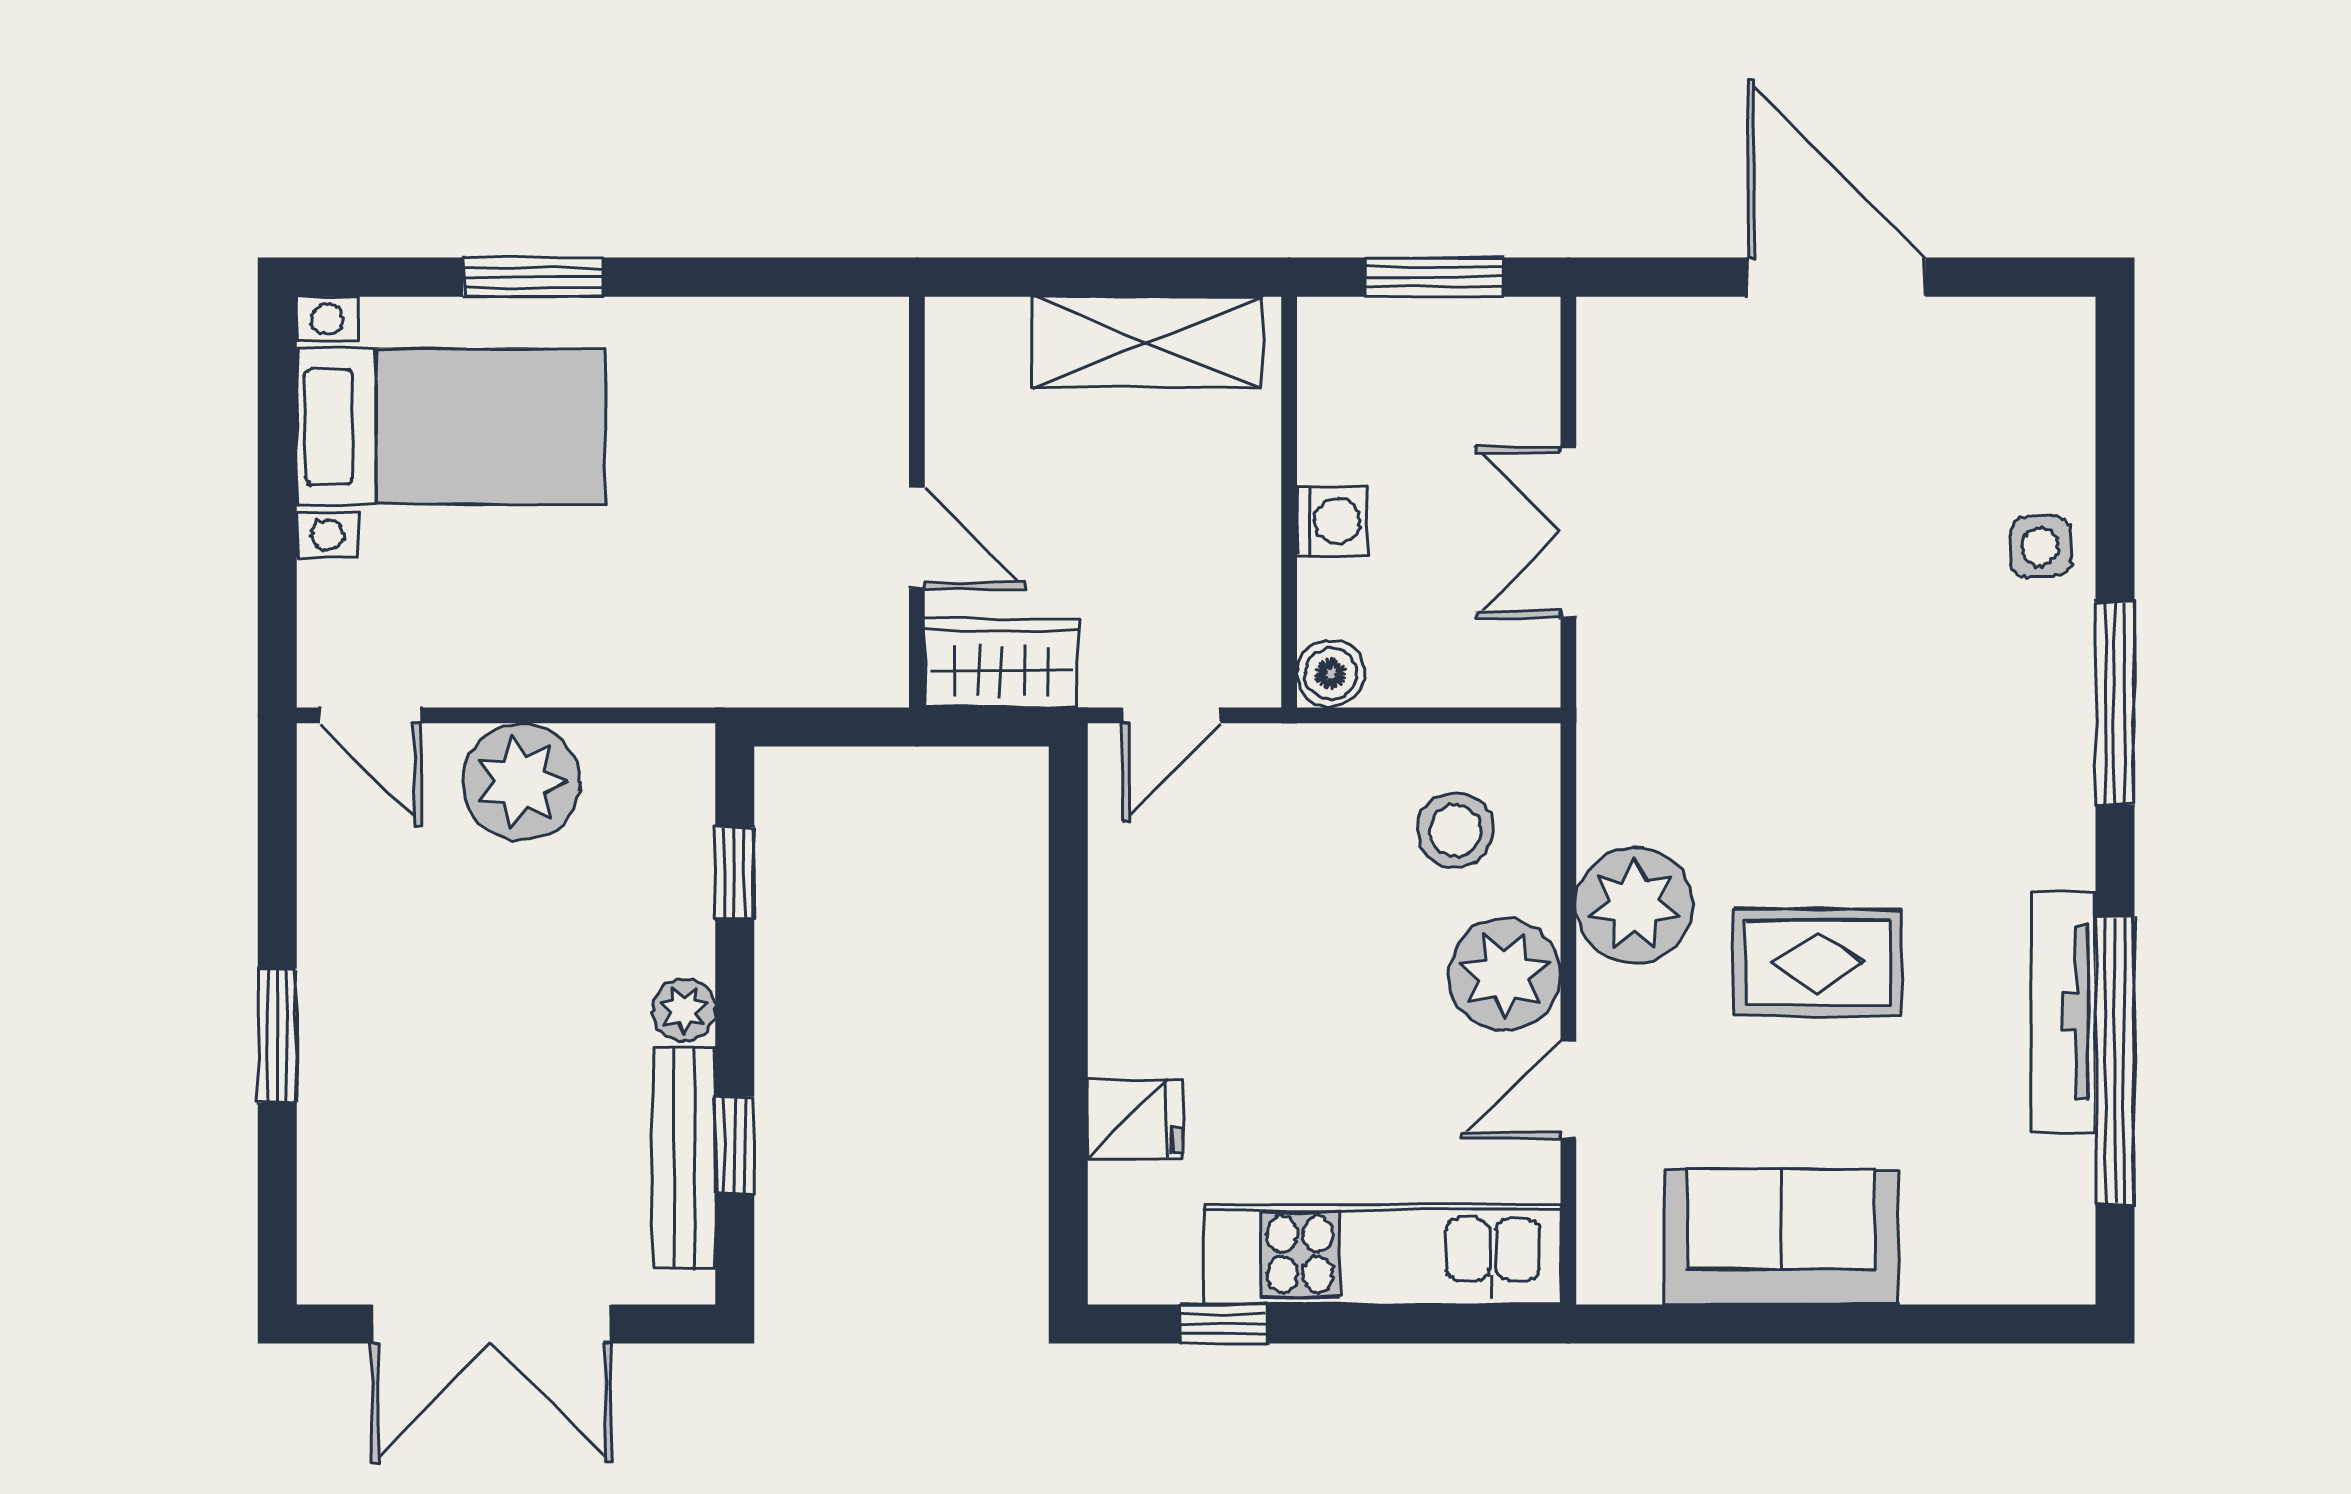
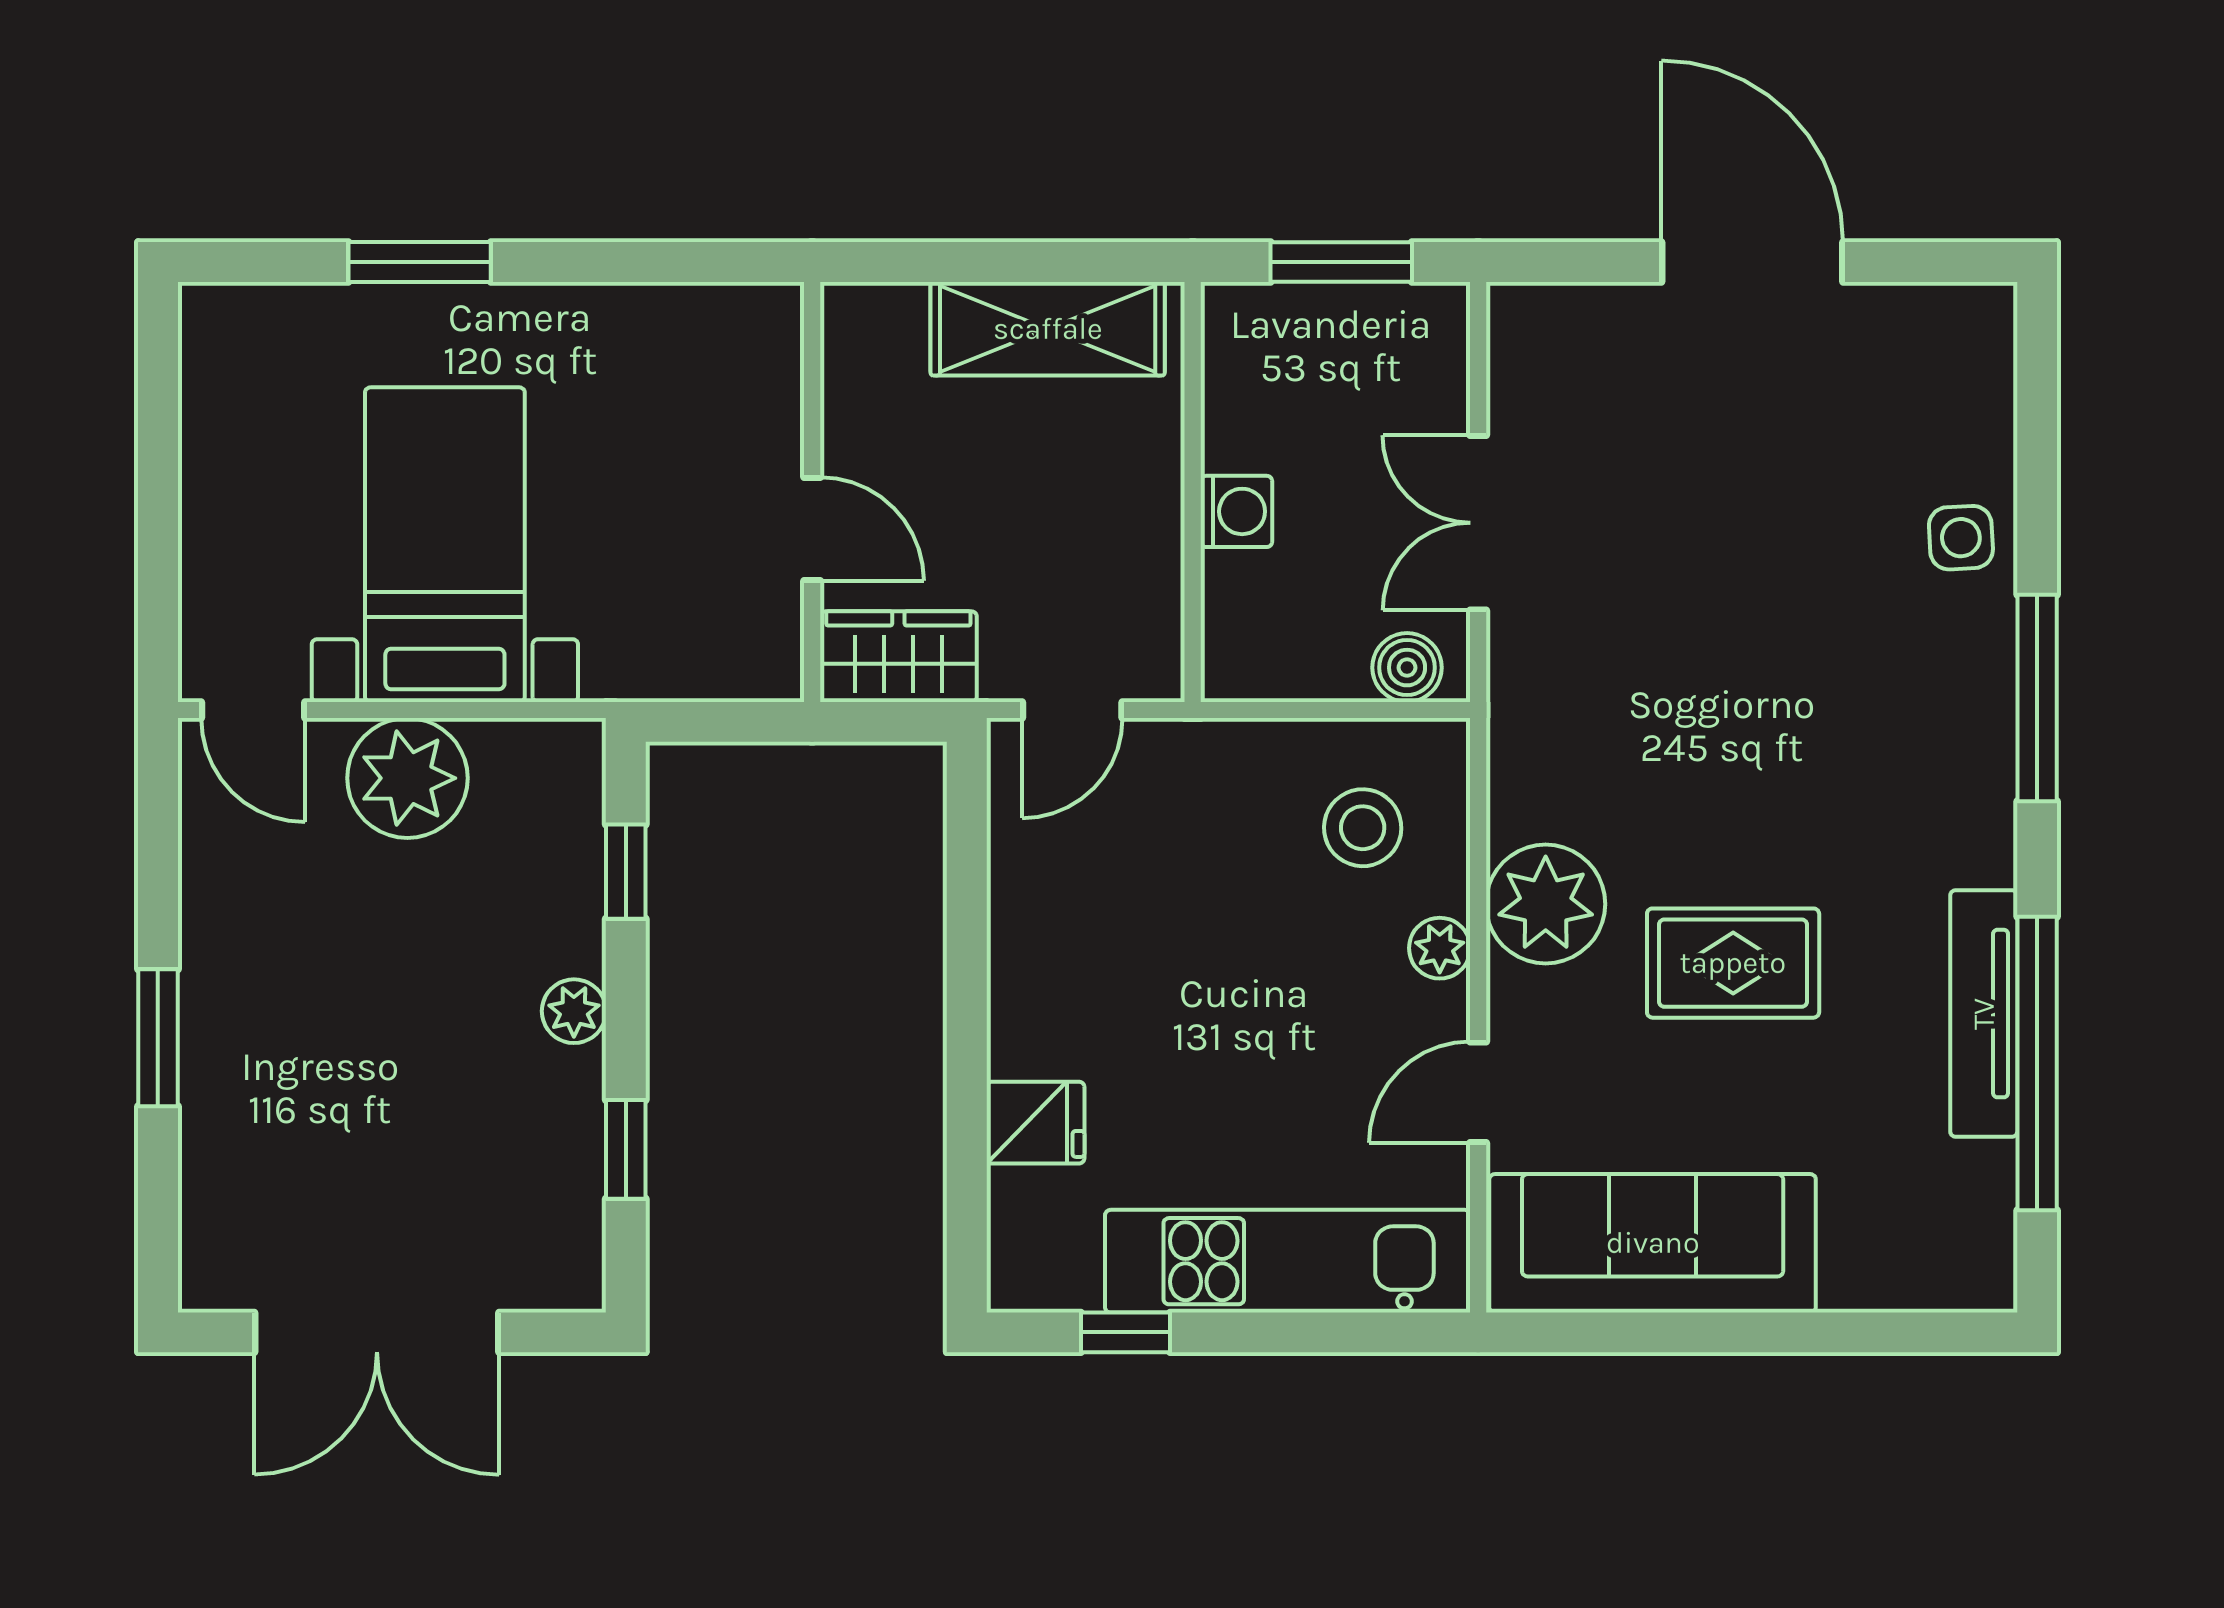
bed with nightstands: (451, 427) -> (445, 545), moved, turned -90
boiler: (1331, 674) -> (1407, 668), moved
plant: (1505, 974) -> (1440, 948), width x0.53, depth x0.53
bench: (684, 1158) -> (574, 1163), removed
sofa: (1781, 1237) -> (1653, 1243), width x1.36

